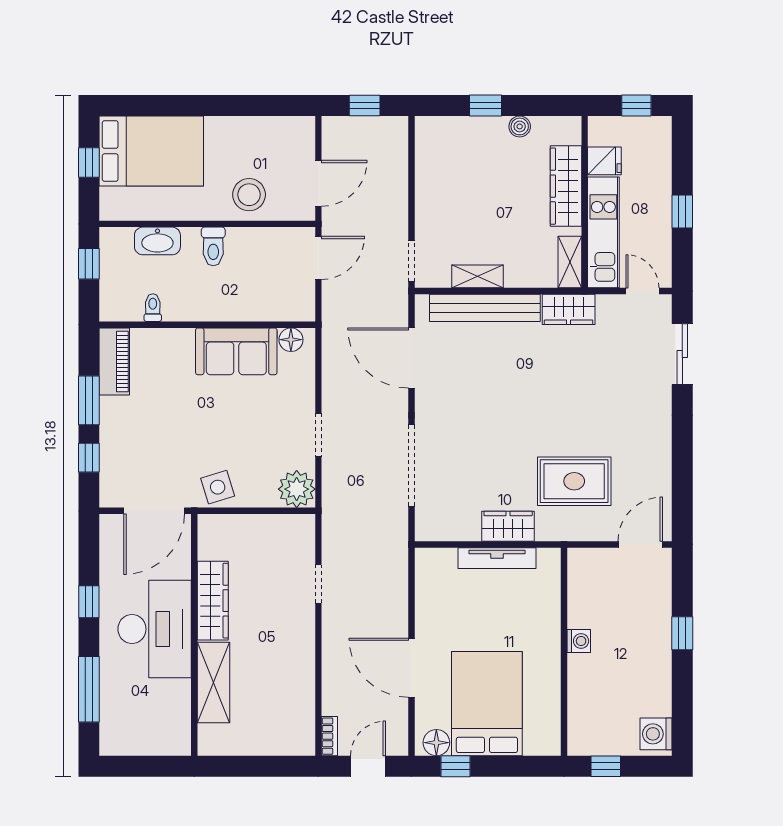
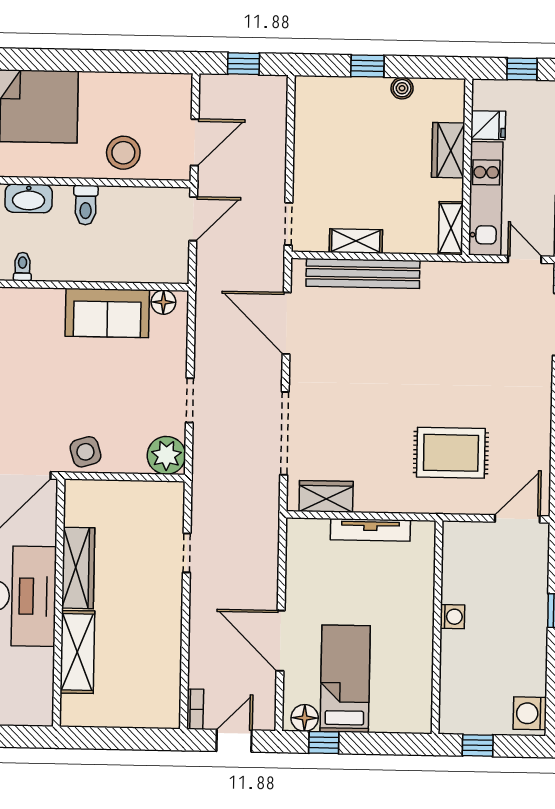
wardrobe: (566, 186) -> (448, 150), width x0.67
wardrobe: (569, 309) -> (449, 277), removed
wardrobe: (508, 526) -> (326, 496), moved
bed: (487, 704) -> (345, 679), width x0.67

